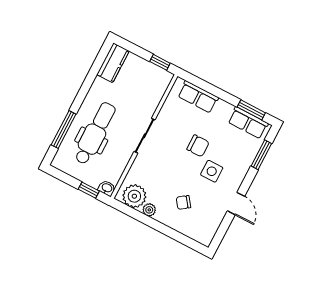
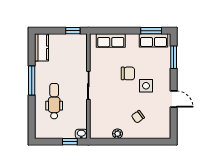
window: (64, 129) -> (32, 80), moved
dental chair: (95, 133) -> (54, 101), width x0.73, depth x0.72
plant: (134, 196) -> (103, 130), removed

